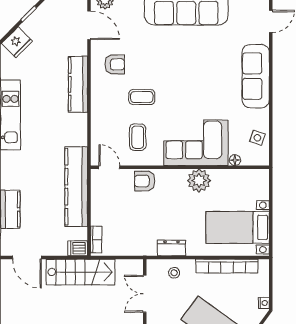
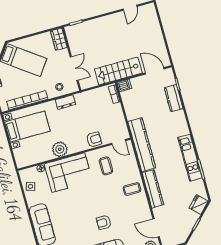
armchair: (115, 64) -> (104, 222), moved
coffee table: (142, 97) -> (132, 189), moved
kitchen counter: (76, 187) -> (142, 145), moved

